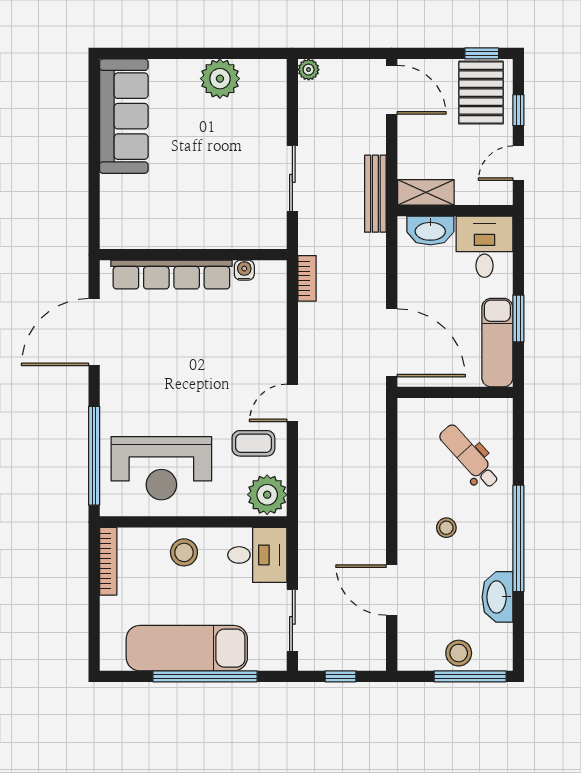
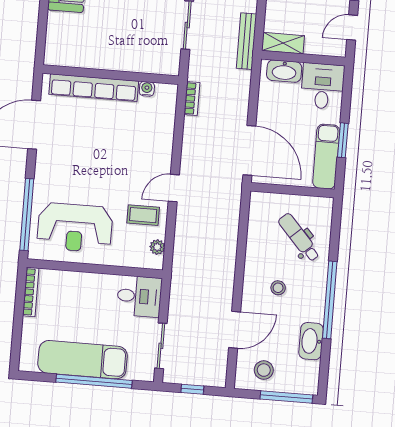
plant: (267, 495) -> (157, 247), width x0.53, depth x0.53
stool: (184, 552) -> (86, 290), removed
door: (392, 590) -> (235, 330), swing flipped
stool: (459, 653) -> (264, 370), moved

